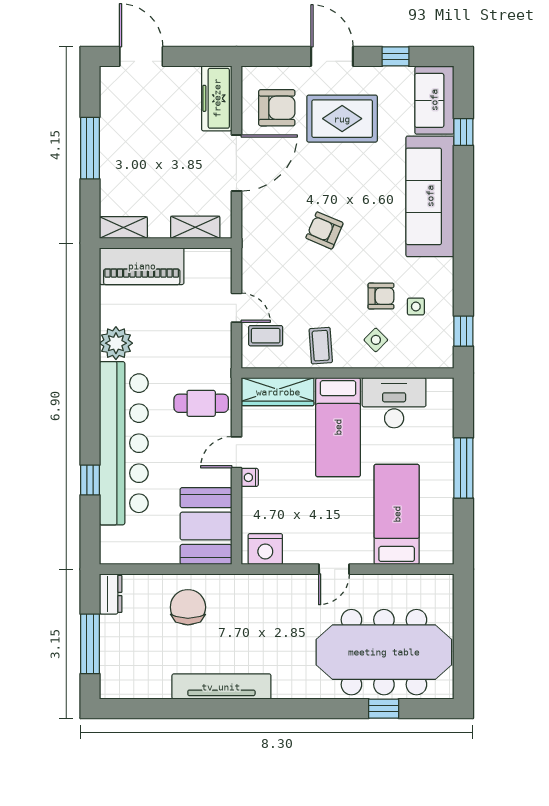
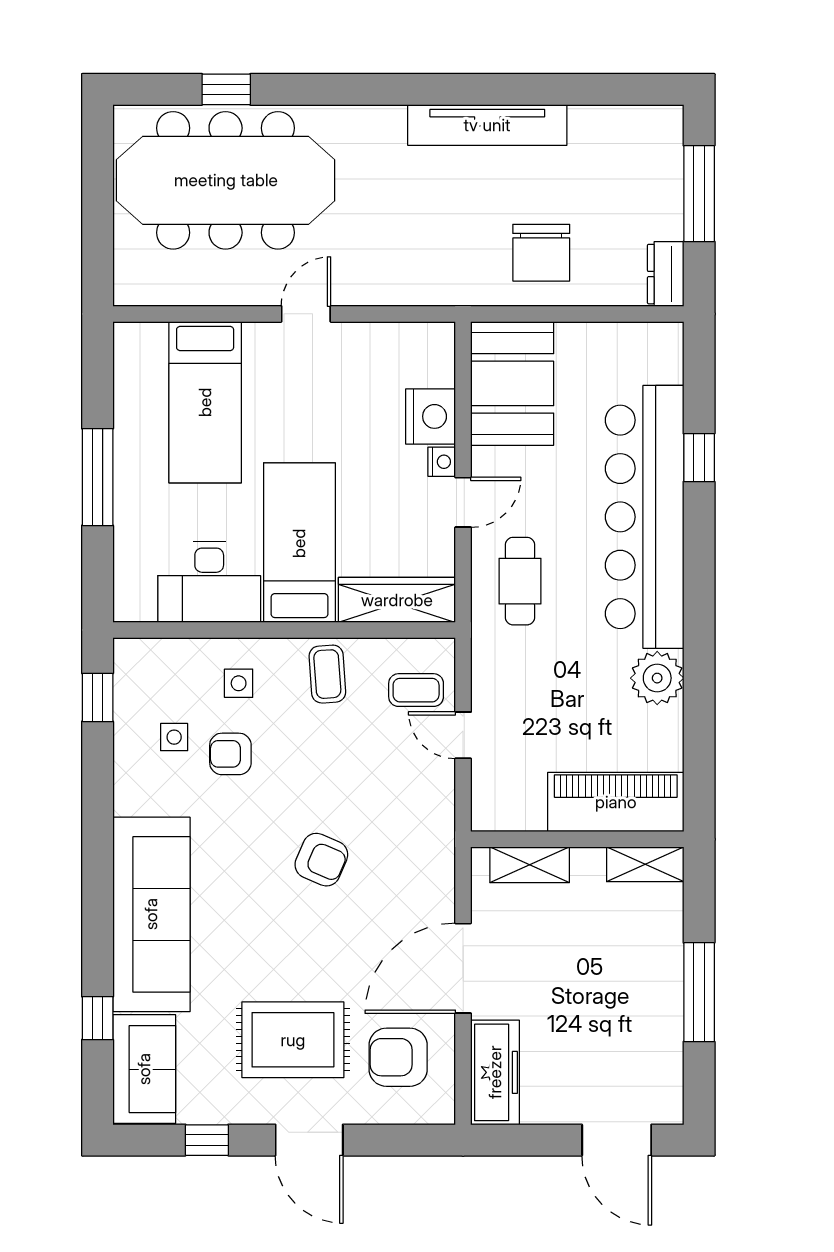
side table: (376, 340) -> (239, 683), turned 45
cafe table: (201, 403) -> (520, 581), turned 90
nightstand: (265, 549) -> (431, 416), moved, turned 90

